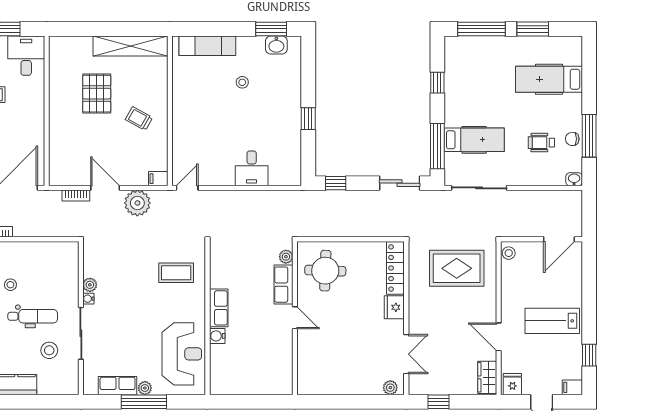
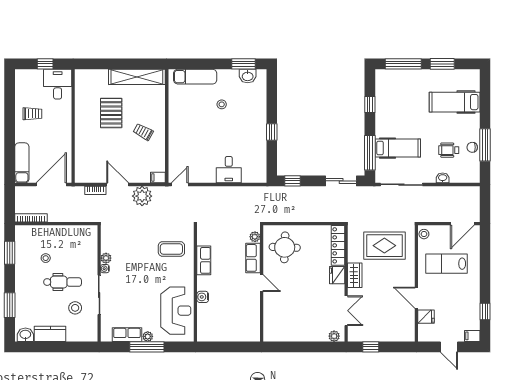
washbasin: (574, 179) -> (443, 178), moved
row of seats: (219, 308) -> (204, 260), moved
lab bench: (552, 321) -> (447, 264), moved
wardrobe: (487, 377) -> (355, 275), moved, turned 180
fridge: (512, 384) -> (426, 317), moved, turned 90

